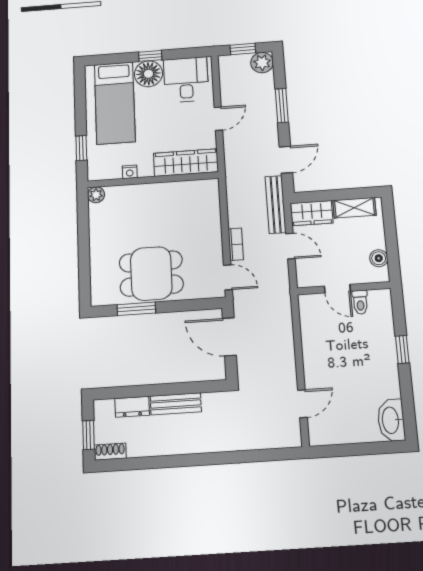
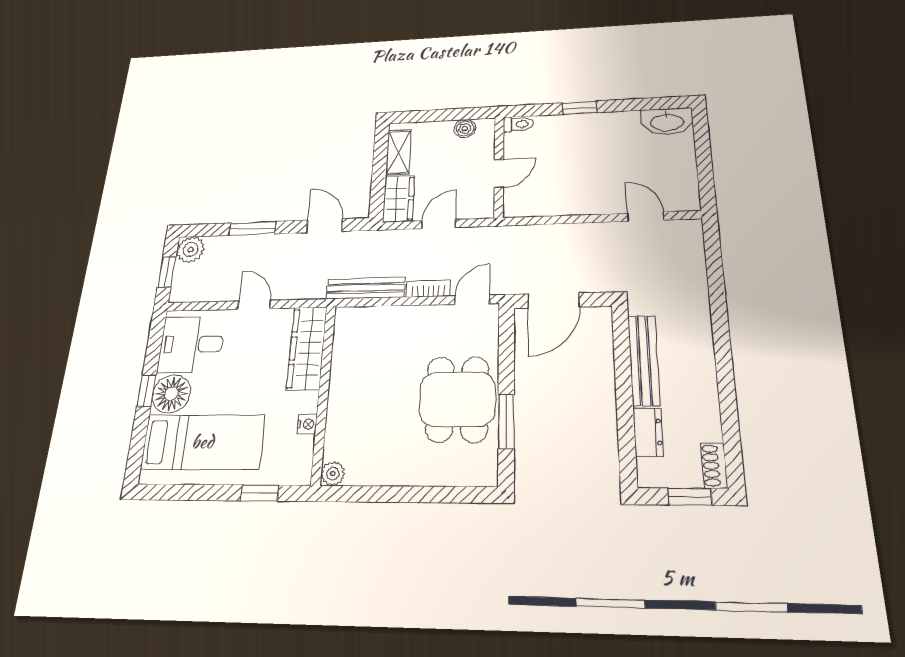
bench: (276, 205) -> (366, 288), moved
toilet: (360, 302) -> (518, 124), moved
bench: (176, 404) -> (644, 360), width x1.36

